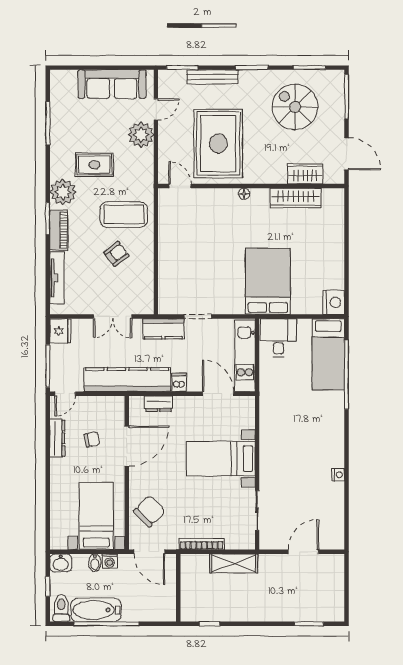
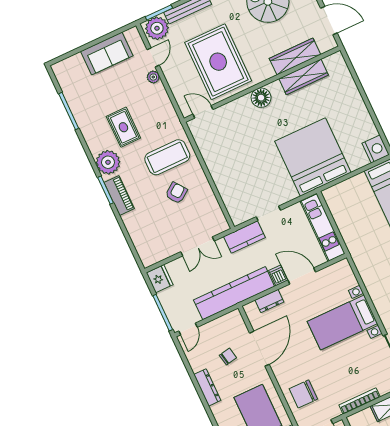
plant: (173, 82) -> (157, 28), added
sofa: (112, 84) -> (107, 53), width x0.73
plant: (141, 135) -> (153, 77), width x0.53, depth x0.53
rug: (94, 165) -> (123, 127), turned 90
wardrobe: (305, 174) -> (295, 57), width x1.50
floor lamp: (244, 194) -> (261, 98), width x1.89, depth x1.89
tv unit: (57, 278) -> (136, 236), removed
bed: (268, 281) -> (313, 157), width x1.36
desk: (278, 338) -> (344, 200), removed
door: (218, 394) -> (302, 276), moved
dresser: (57, 438) -> (207, 387), moved
chair: (149, 511) -> (303, 394), turned -136

